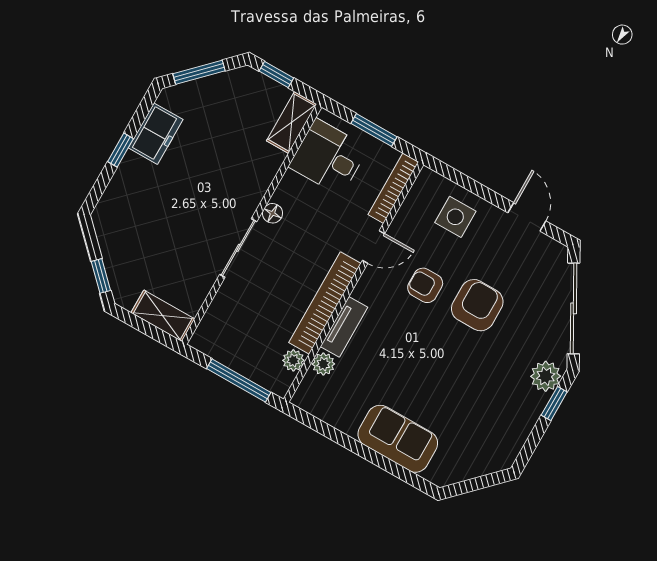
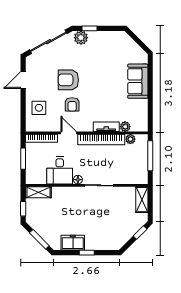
desk: (328, 157) -> (60, 170), moved

